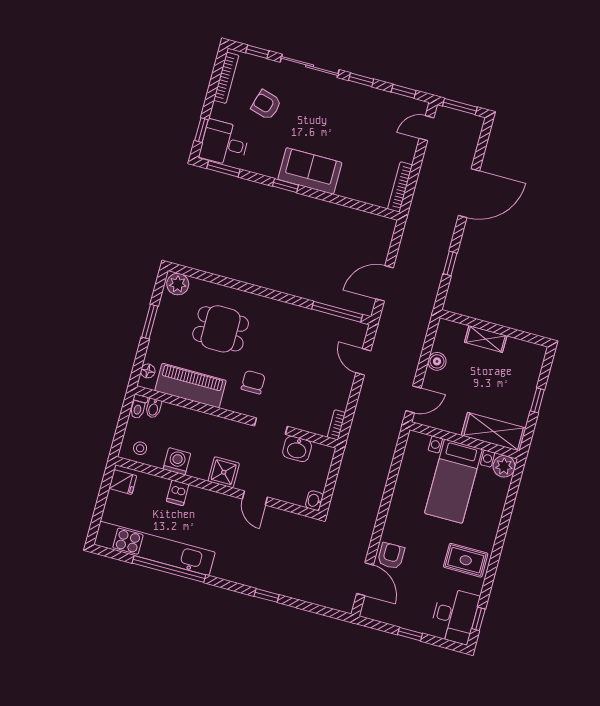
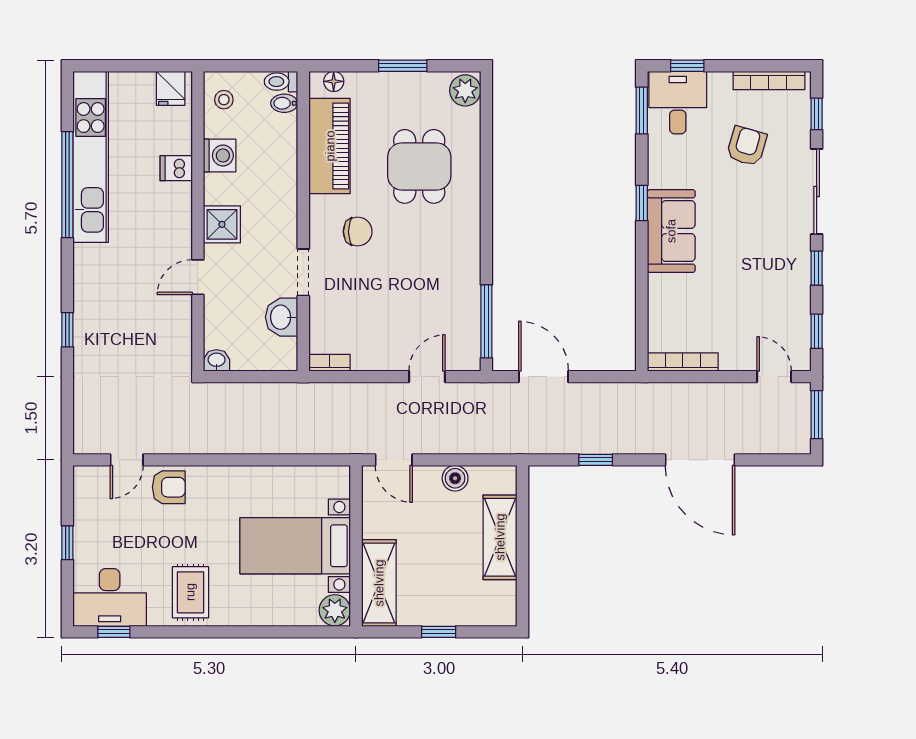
shelving: (486, 339) -> (500, 537), width x1.50, depth x1.33
door: (365, 579) -> (127, 460), width x0.73

